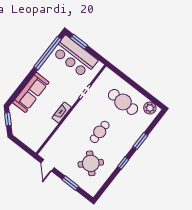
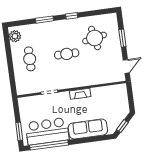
bar counter: (75, 57) -> (47, 131), moved, turned -90
cafe table: (123, 102) -> (30, 59), width x0.73, depth x0.74
round table: (91, 163) -> (95, 38), turned 33

